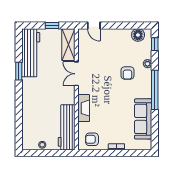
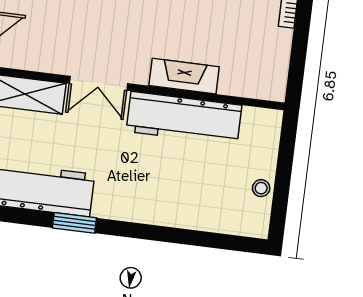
workbench: (67, 127) -> (184, 118), moved
armchair: (92, 139) -> (263, 65), removed

